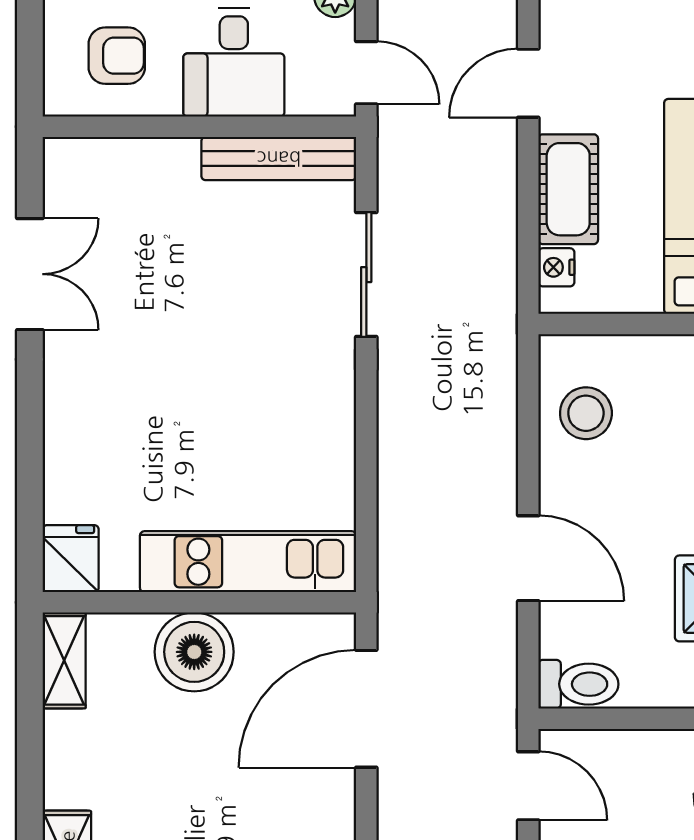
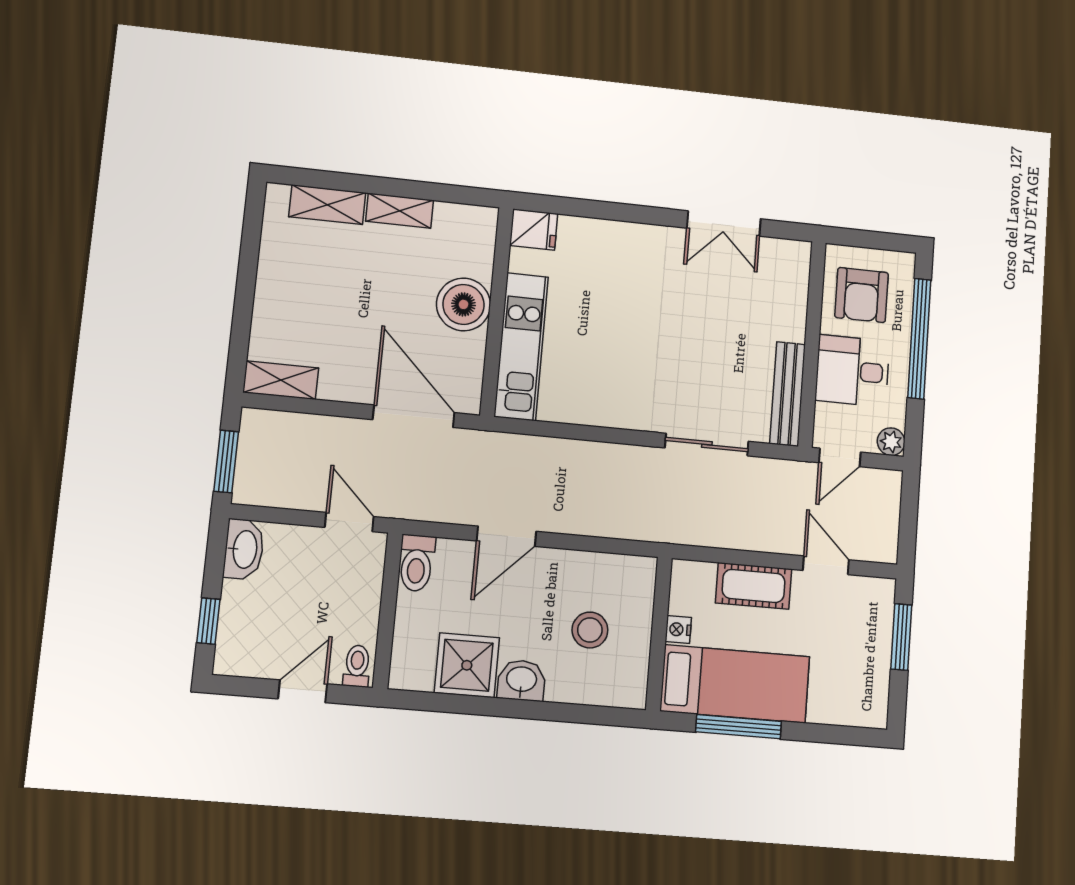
armchair: (117, 56) -> (862, 295), width x1.38, depth x1.38
nightstand: (556, 267) -> (678, 629), moved, turned -90
stool: (586, 413) -> (590, 630), moved
shelving: (64, 660) -> (400, 211), moved
door: (528, 786) -> (349, 522), swing flipped

